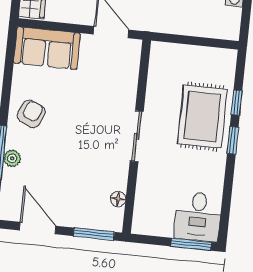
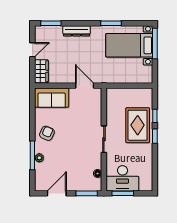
desk: (198, 216) -> (122, 178), moved, width x1.37
door: (38, 228) -> (57, 193), hinge flipped
window: (191, 244) -> (123, 193), moved

